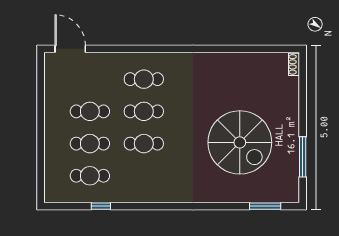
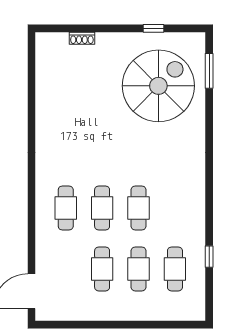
shoe rack: (294, 64) -> (82, 38), moved
spiral stairs: (240, 142) -> (158, 86), moved
window: (303, 157) -> (154, 28), width x0.46

